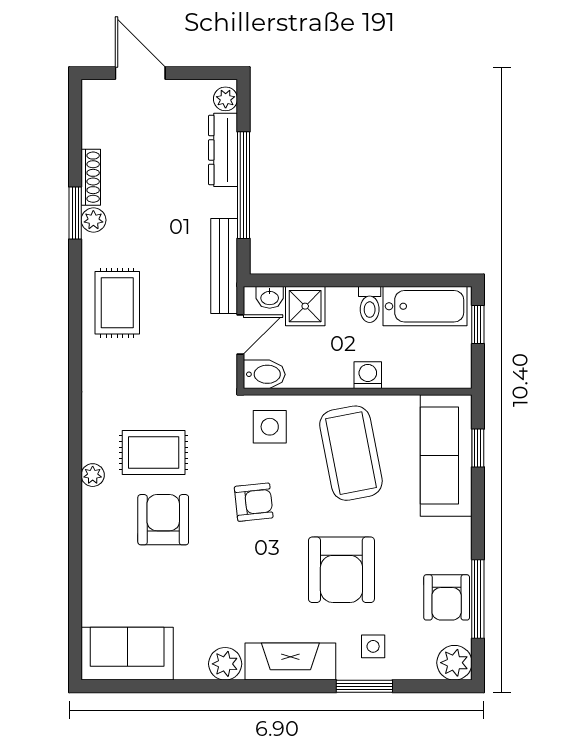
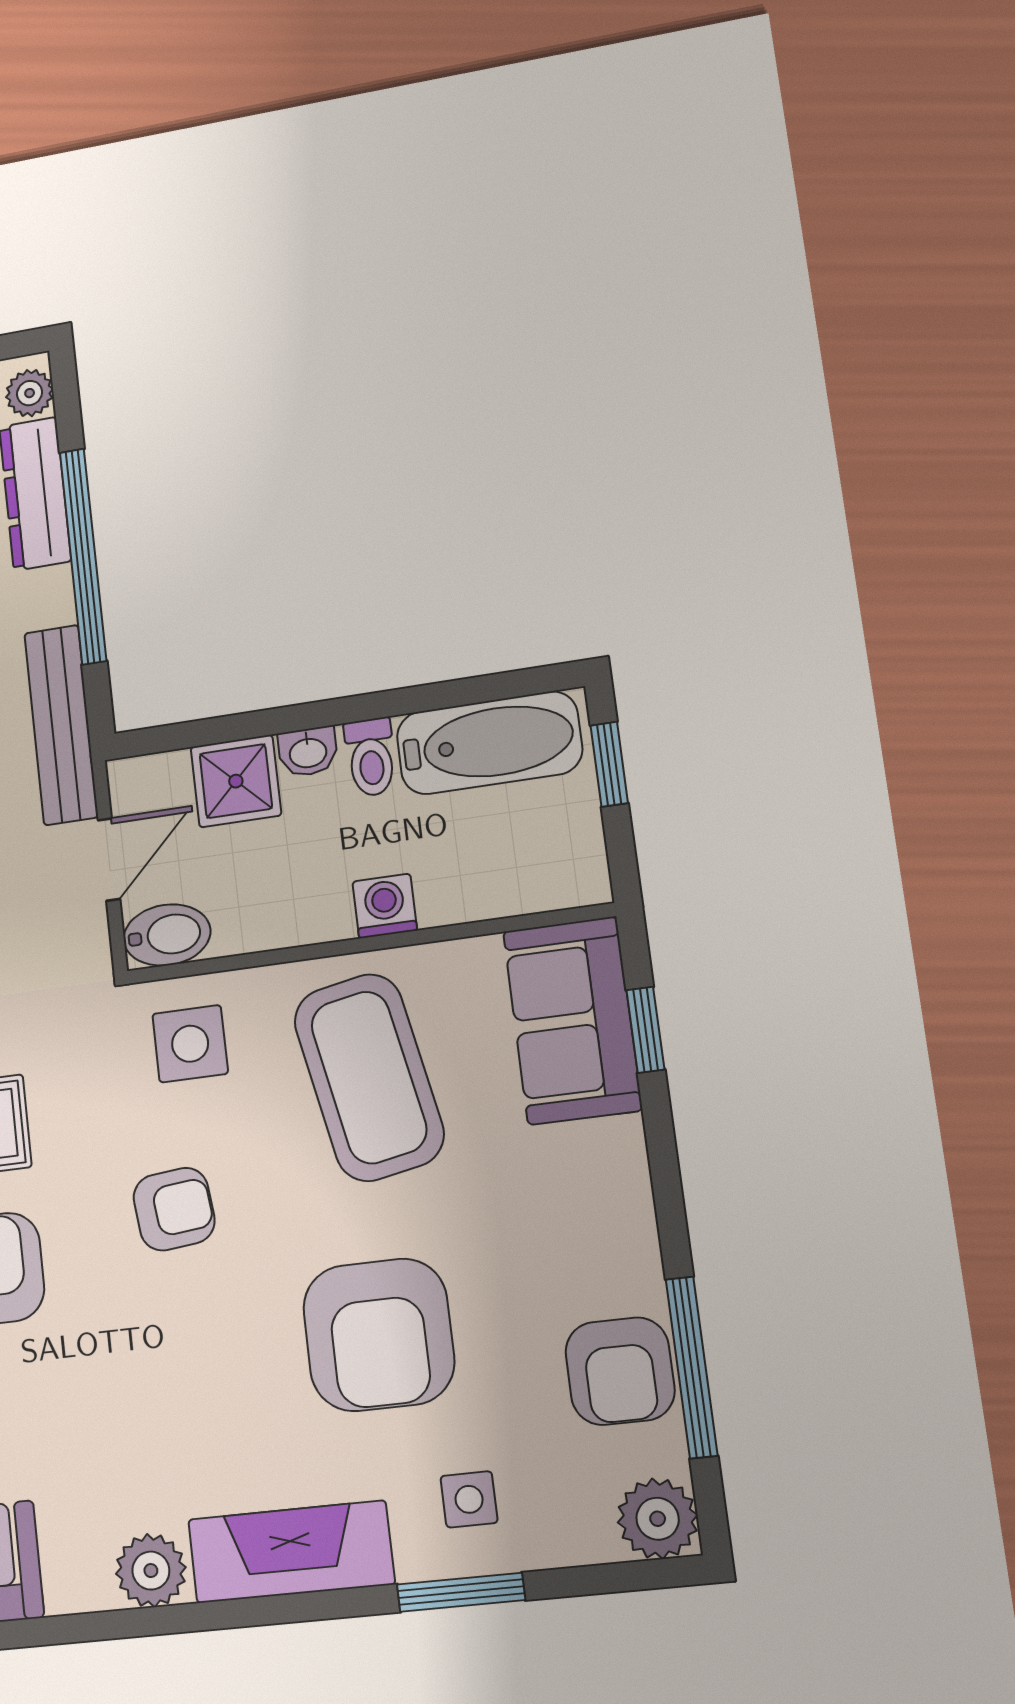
washbasin: (270, 297) -> (308, 752), moved
sofa: (446, 455) -> (572, 1020), width x0.73

